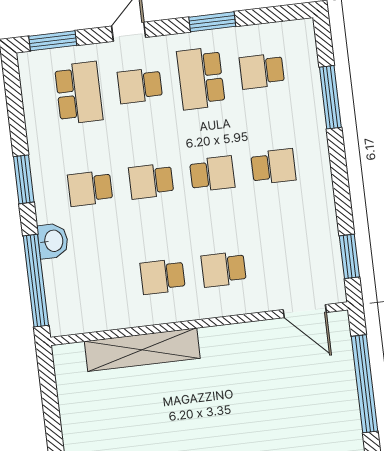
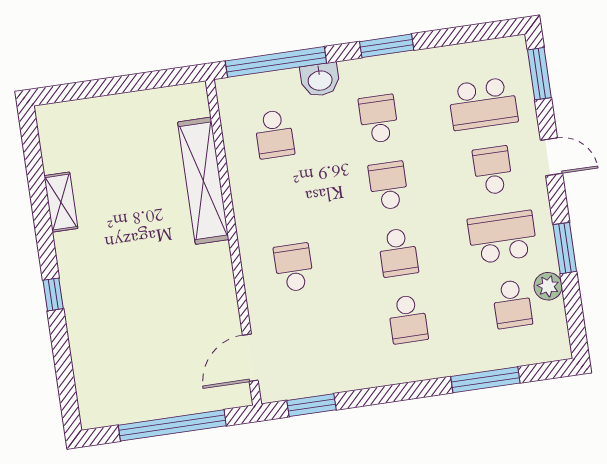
plant: (247, 38) -> (548, 286), added
school desk: (262, 71) -> (512, 304), turned 180
school desk: (163, 277) -> (274, 134), moved, turned 180

